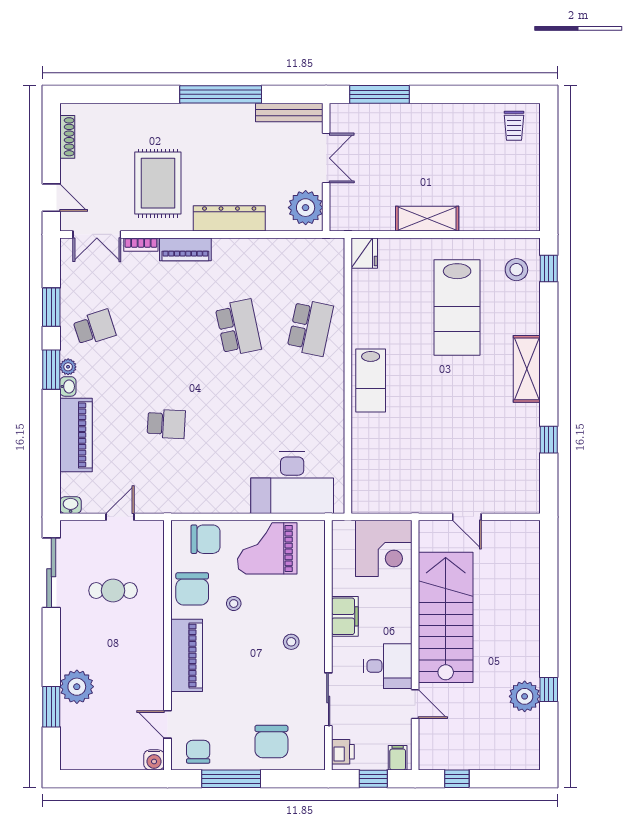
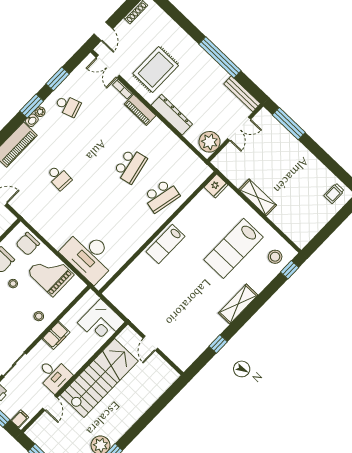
chair: (205, 539) -> (28, 244), turned 90
stool: (291, 642) -> (39, 316), moved

